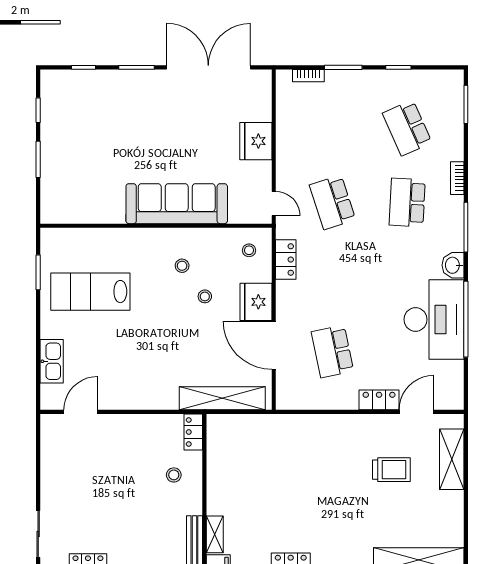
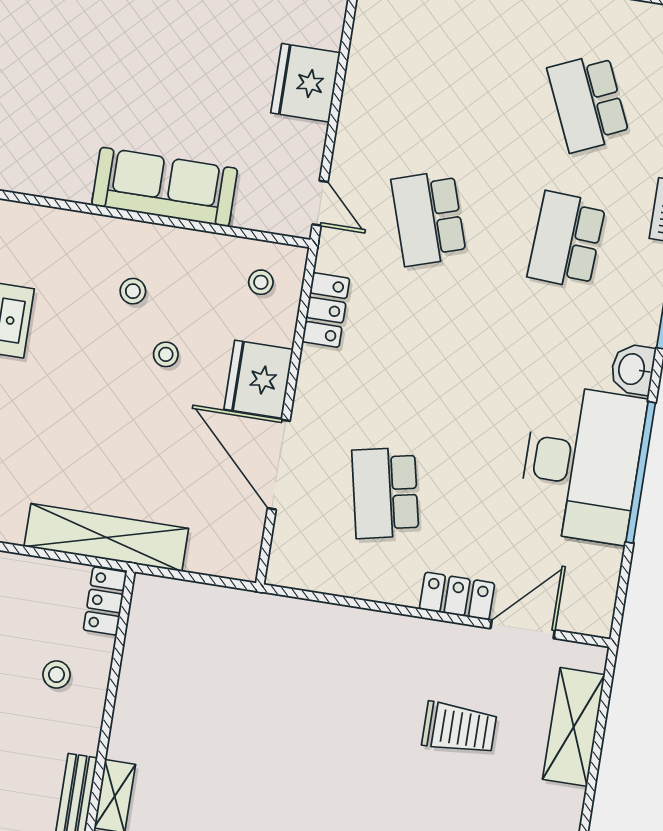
sofa: (177, 204) -> (165, 187), width x0.74, depth x0.79
shelving: (222, 398) -> (106, 537), moved

